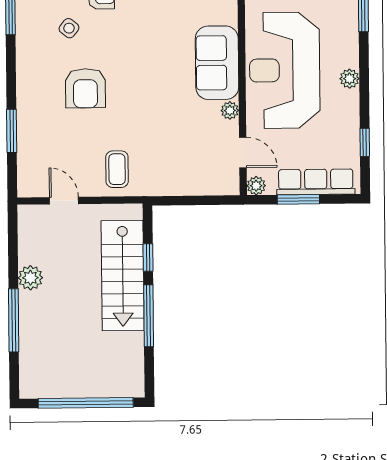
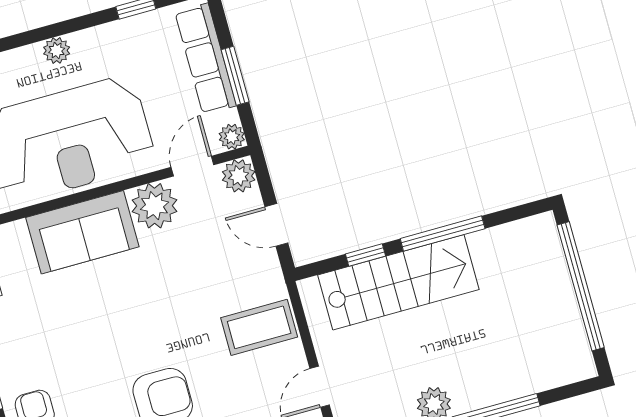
plant: (230, 110) -> (154, 206), width x1.88, depth x1.88
coffee table: (117, 169) -> (259, 327), width x1.36, depth x1.30
plant: (227, 183) -> (239, 176), added
door: (186, 201) -> (276, 225), added

